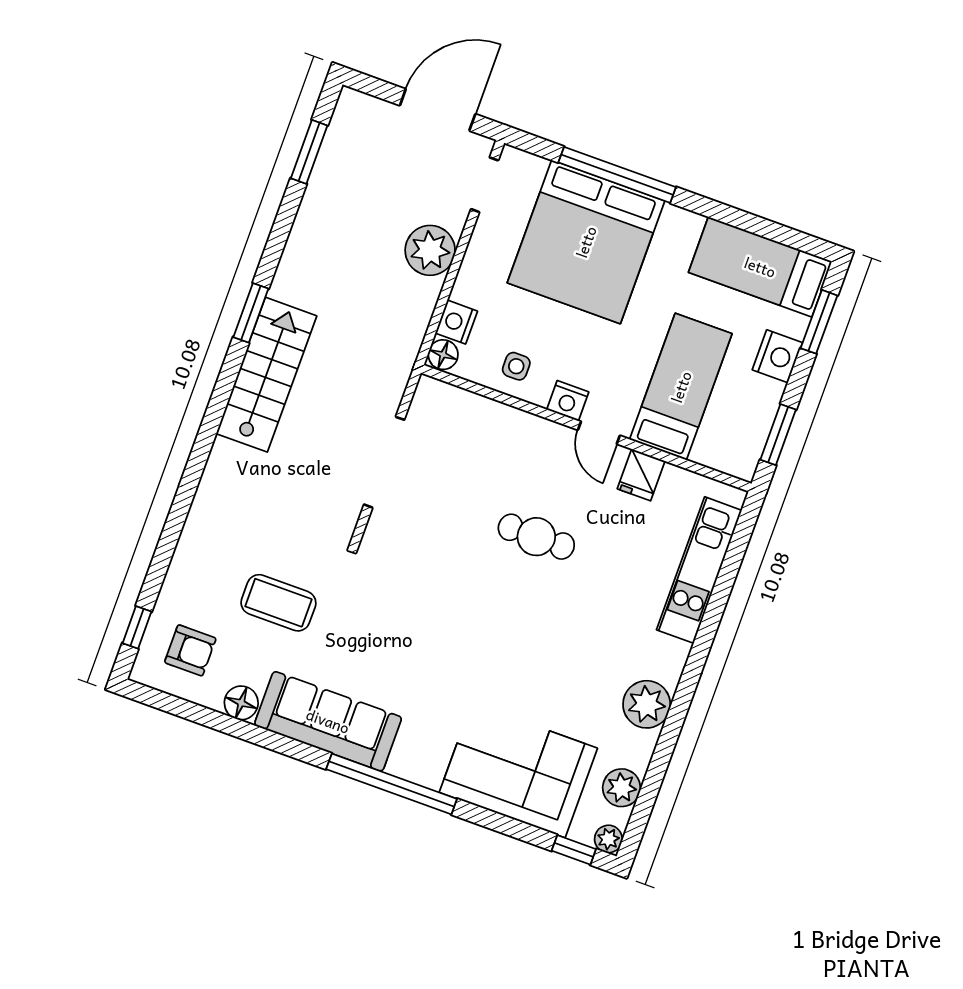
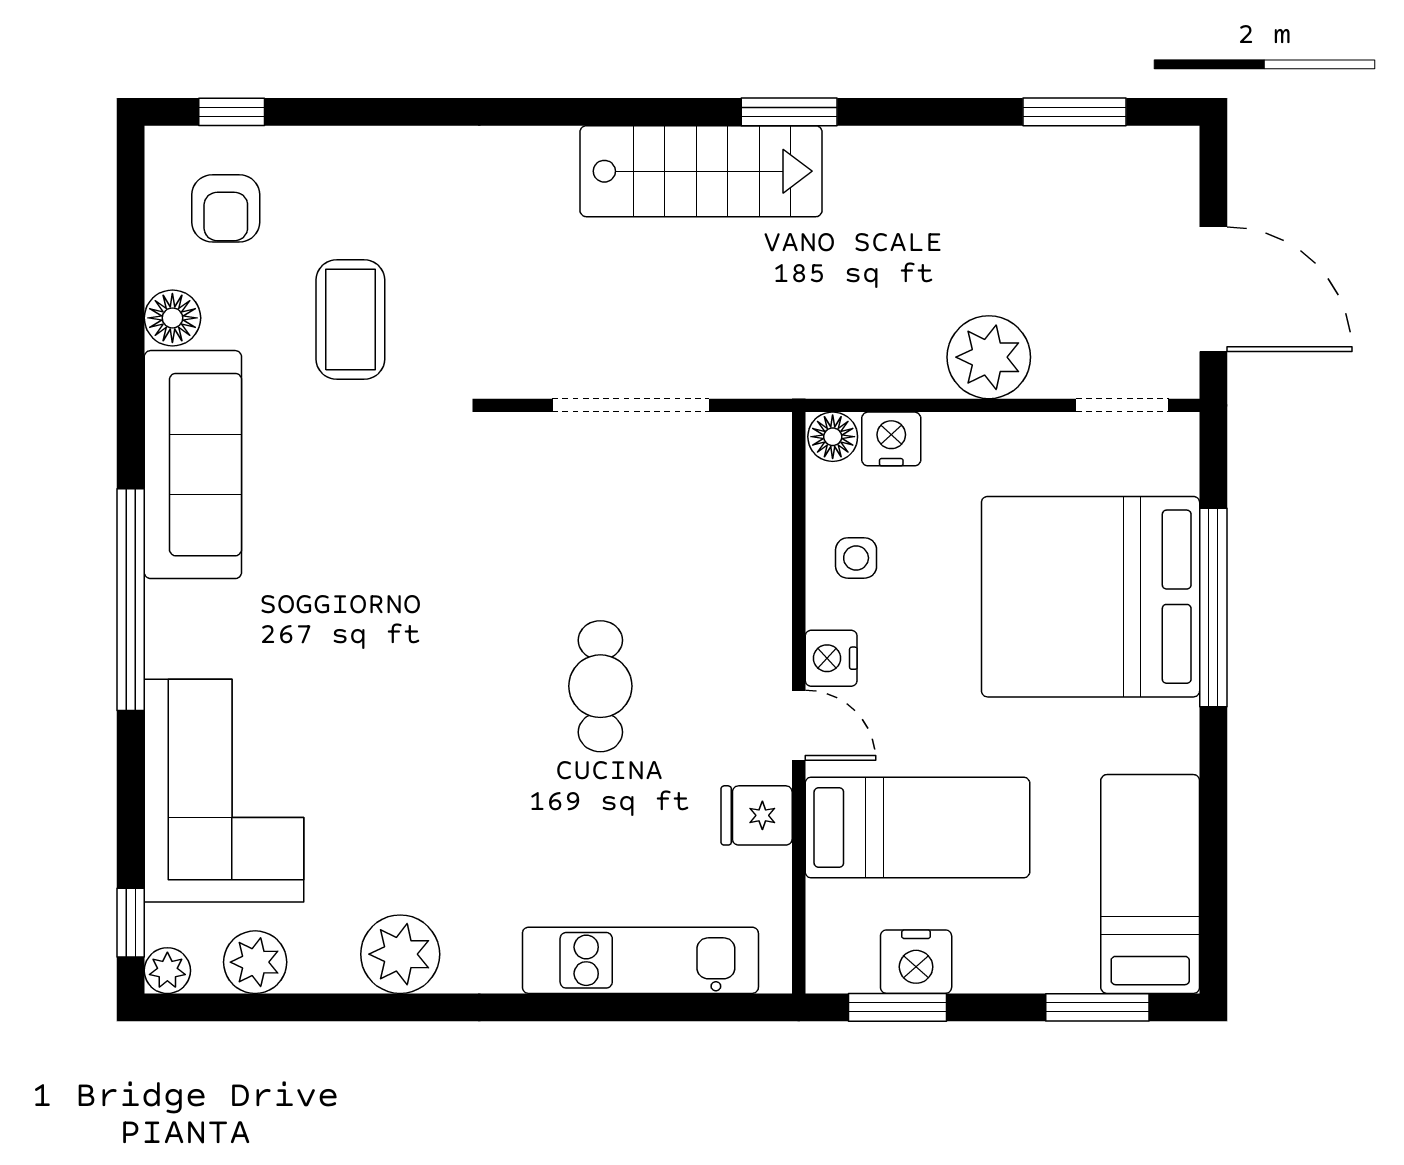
nightstand: (777, 356) -> (916, 962), moved
door: (599, 433) -> (799, 725), swing flipped

